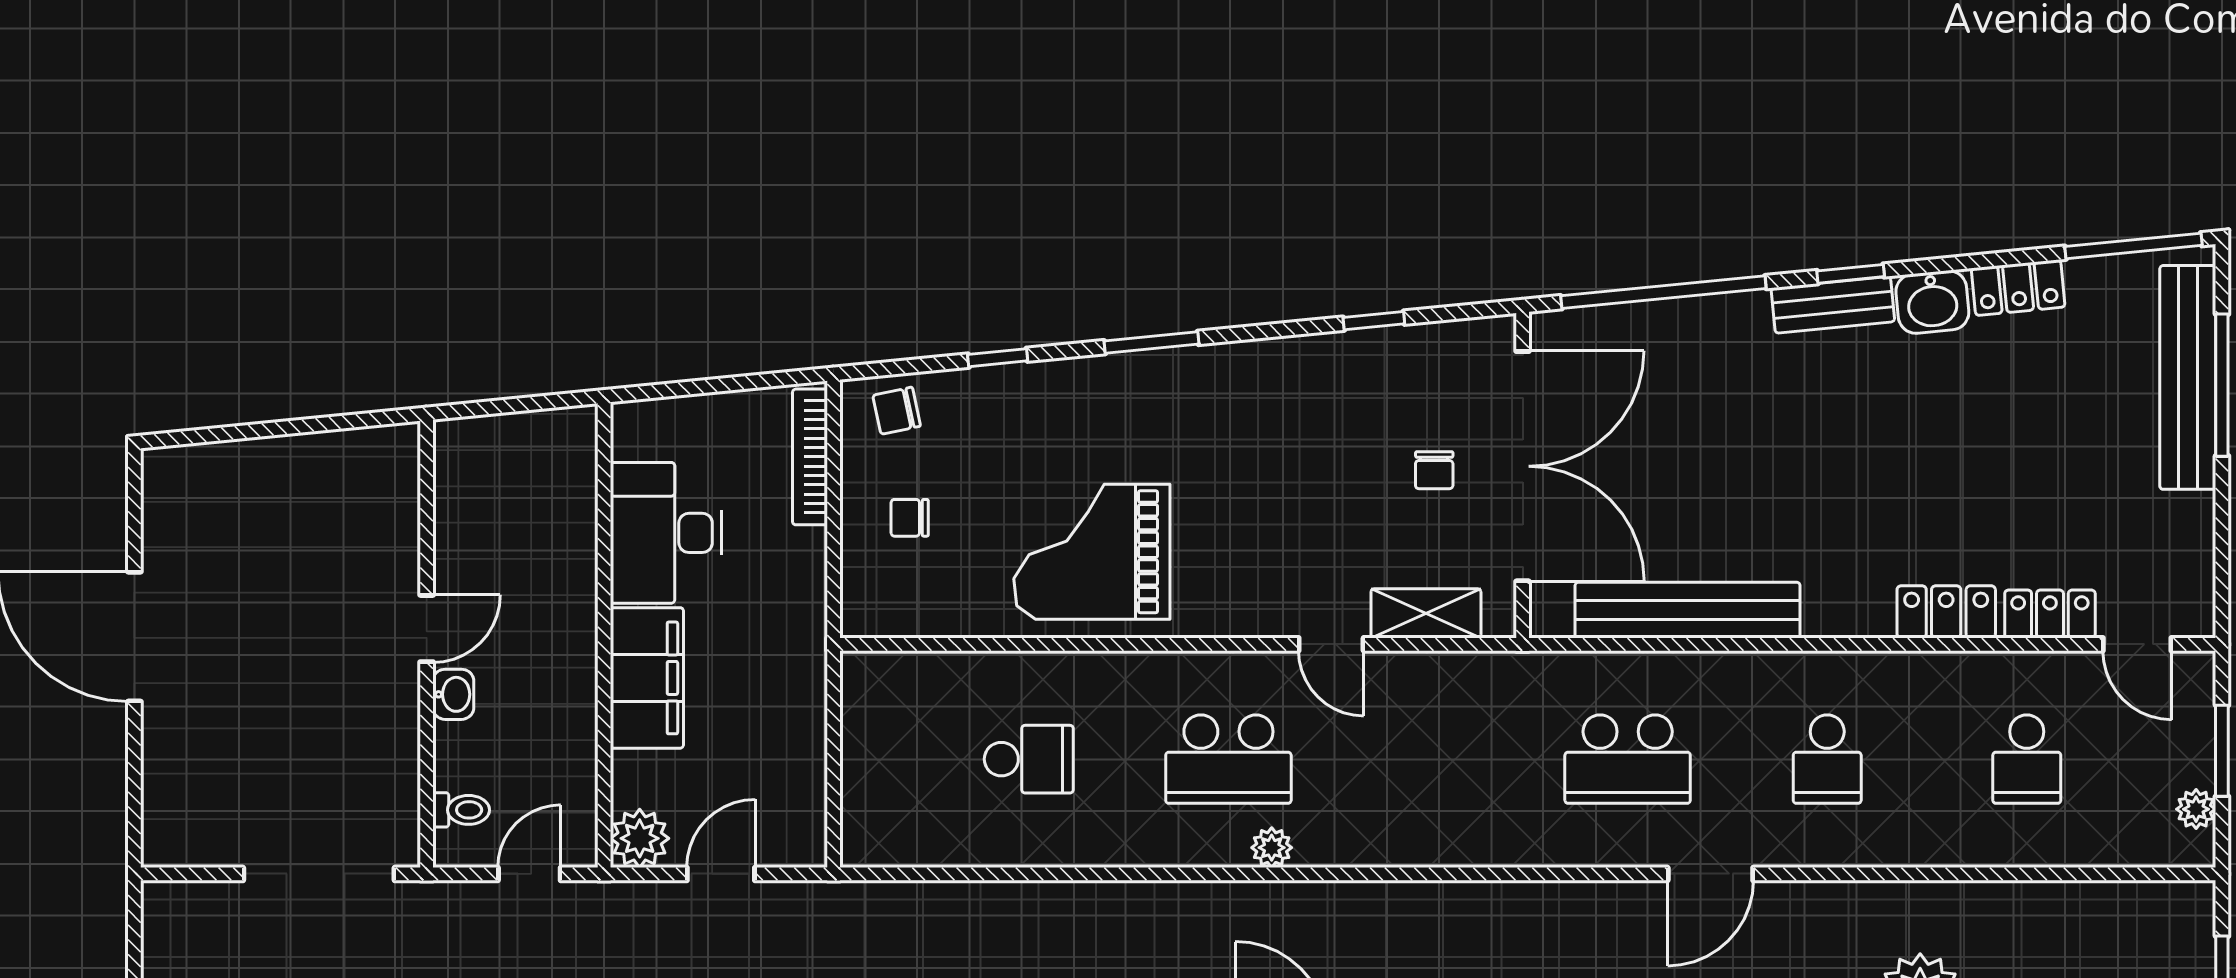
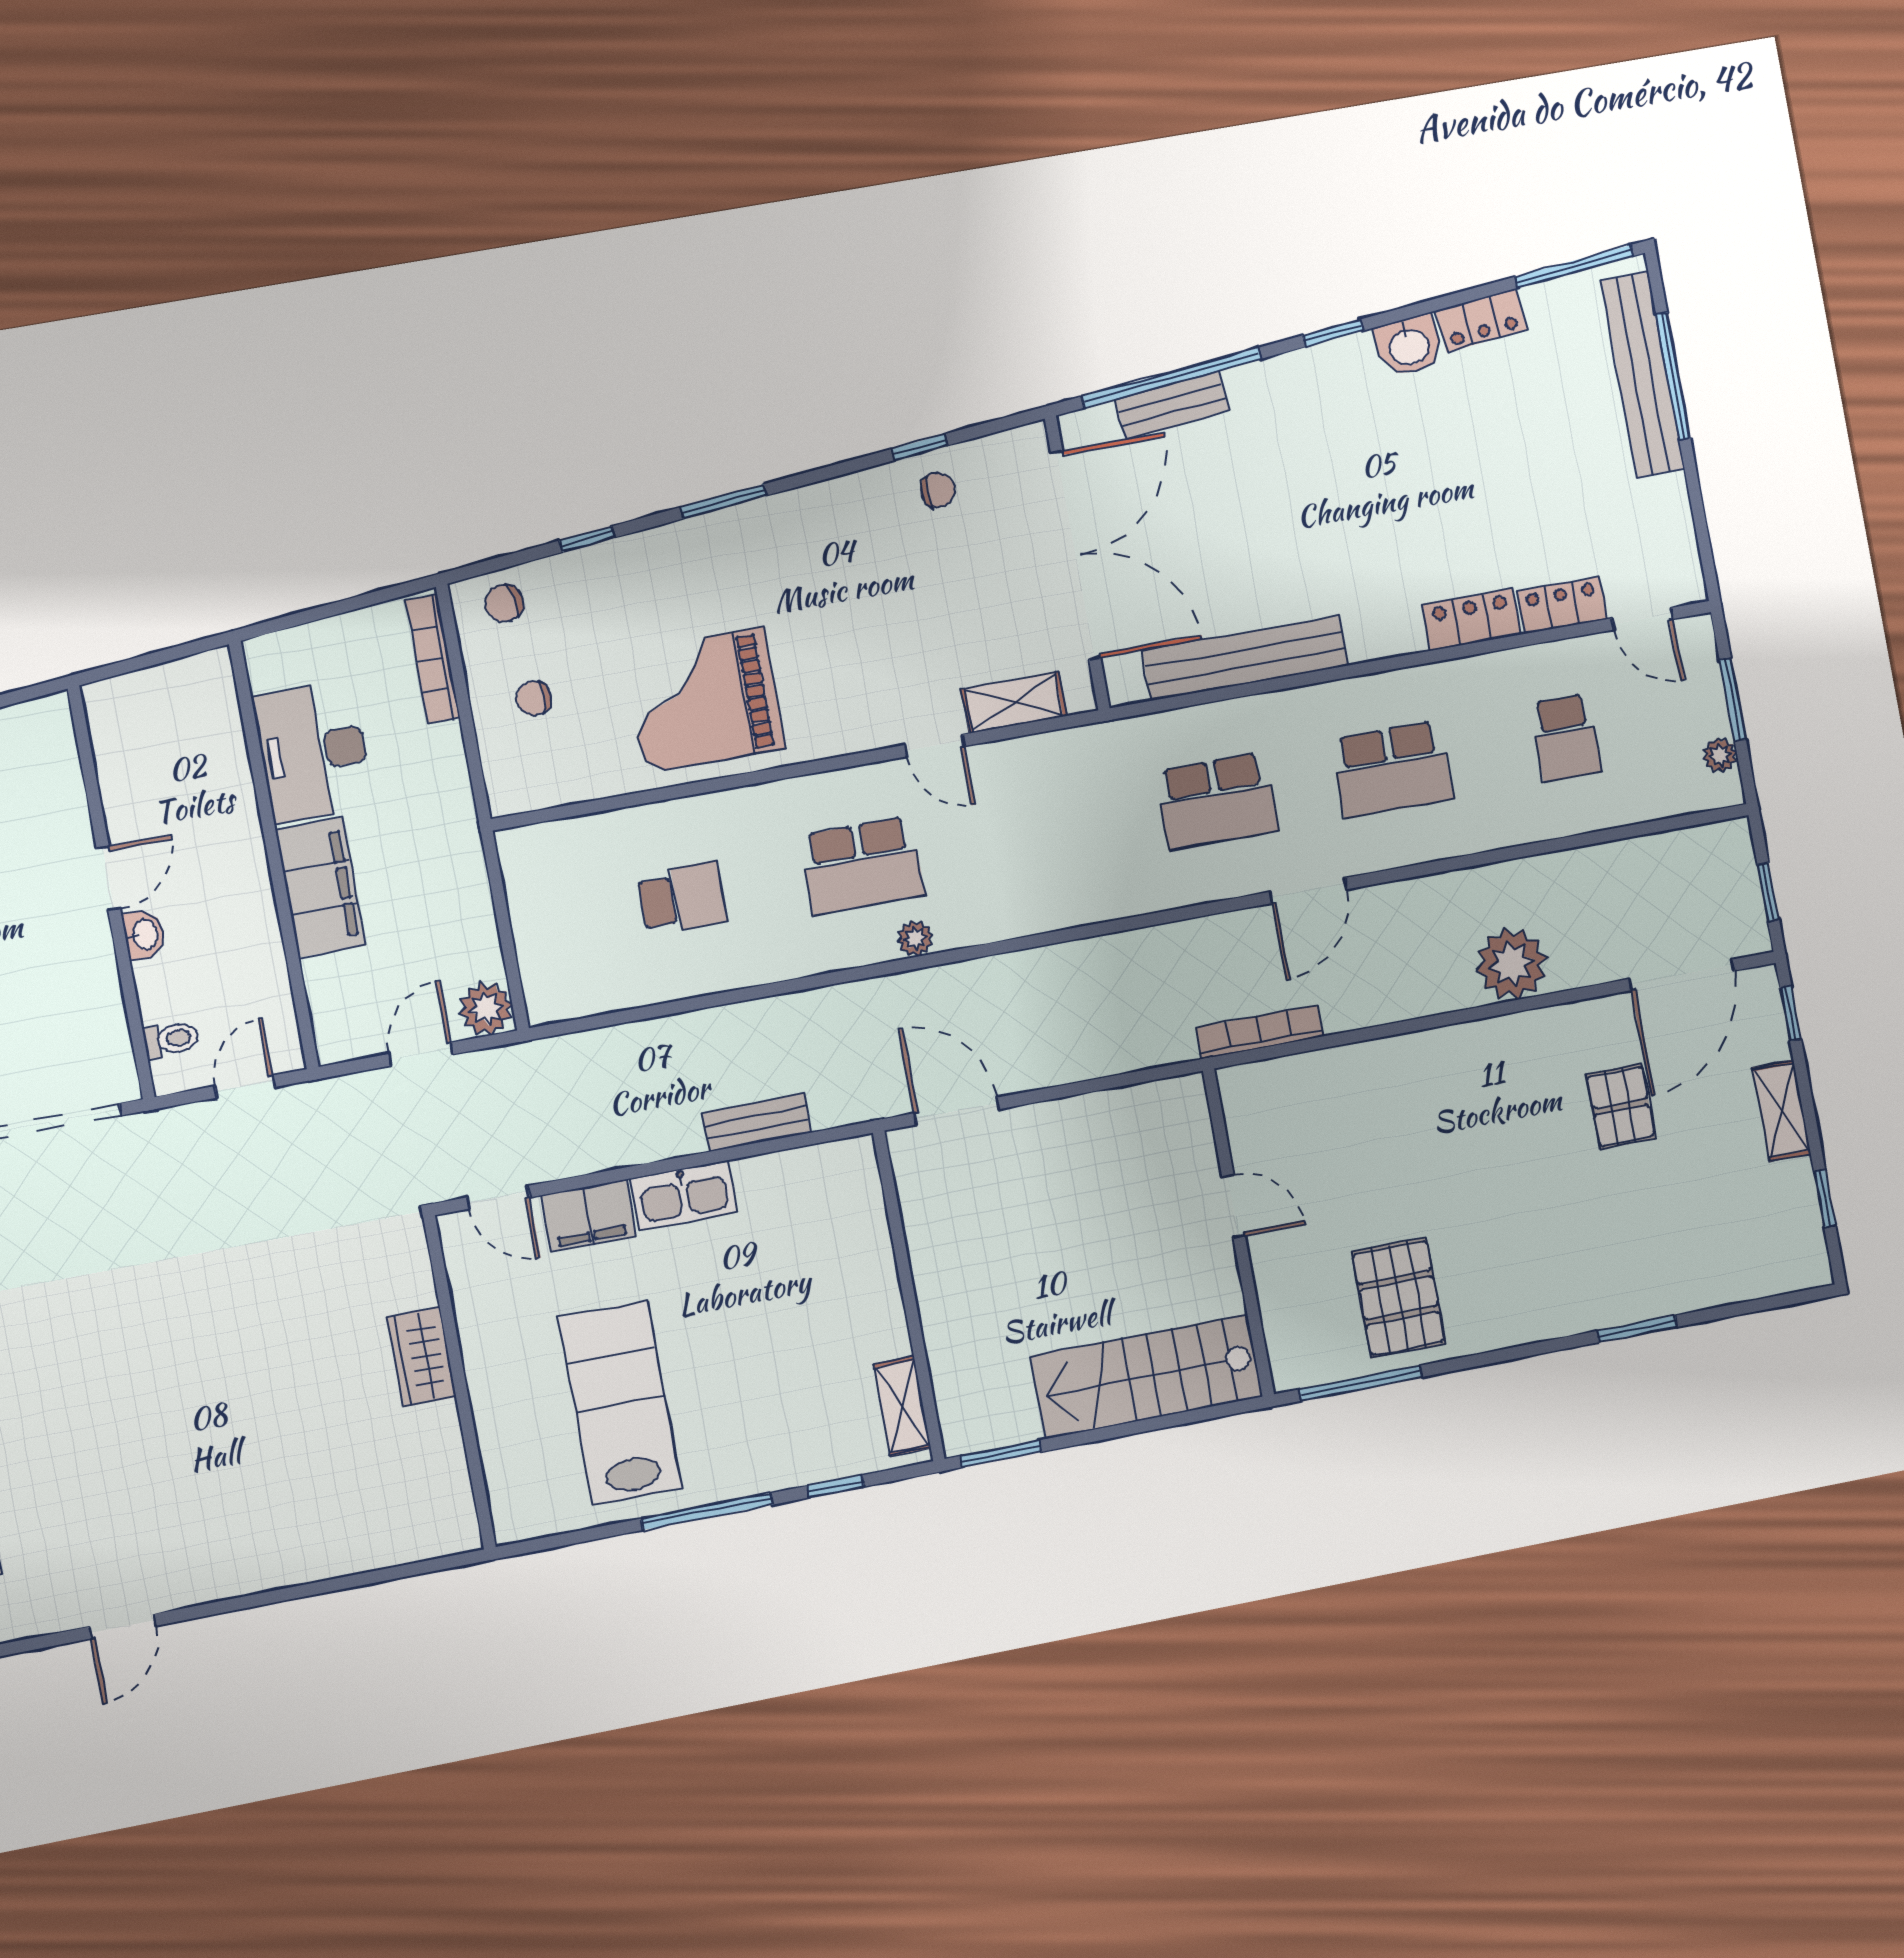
bench: (1833, 305) -> (1172, 405), moved
chair: (1434, 470) -> (938, 490), moved, turned -90
school desk: (1827, 759) -> (1392, 769), width x1.85
plant: (640, 838) -> (486, 1009), moved

